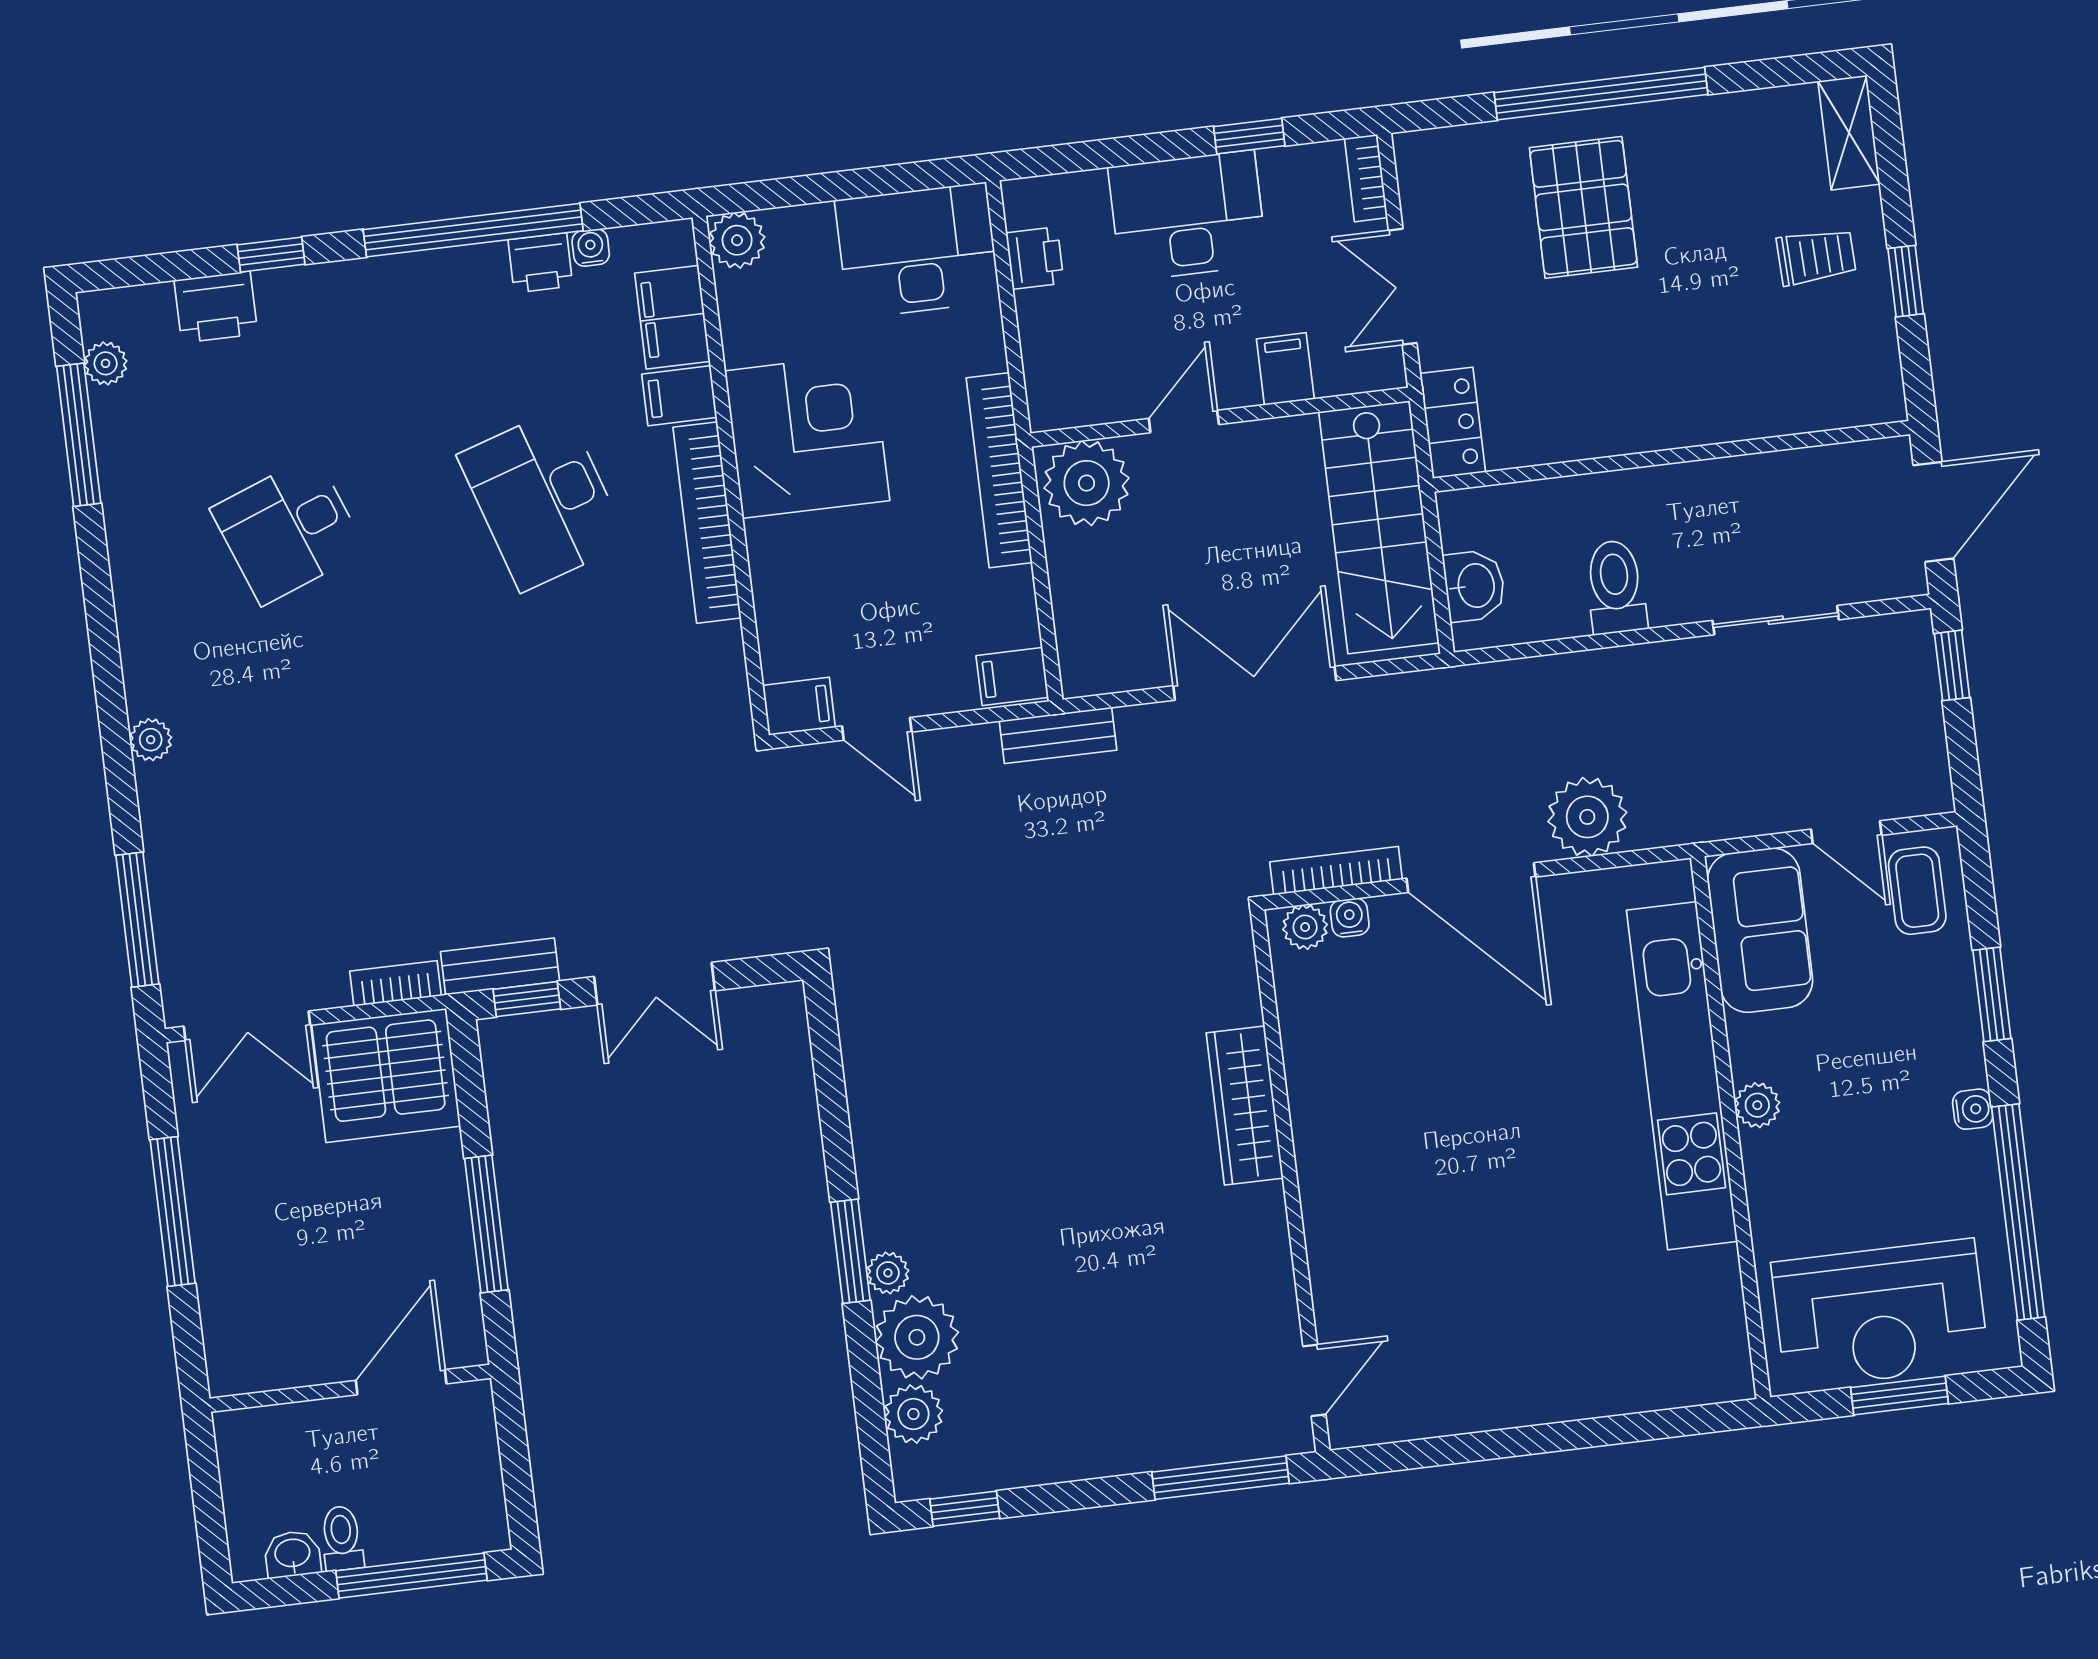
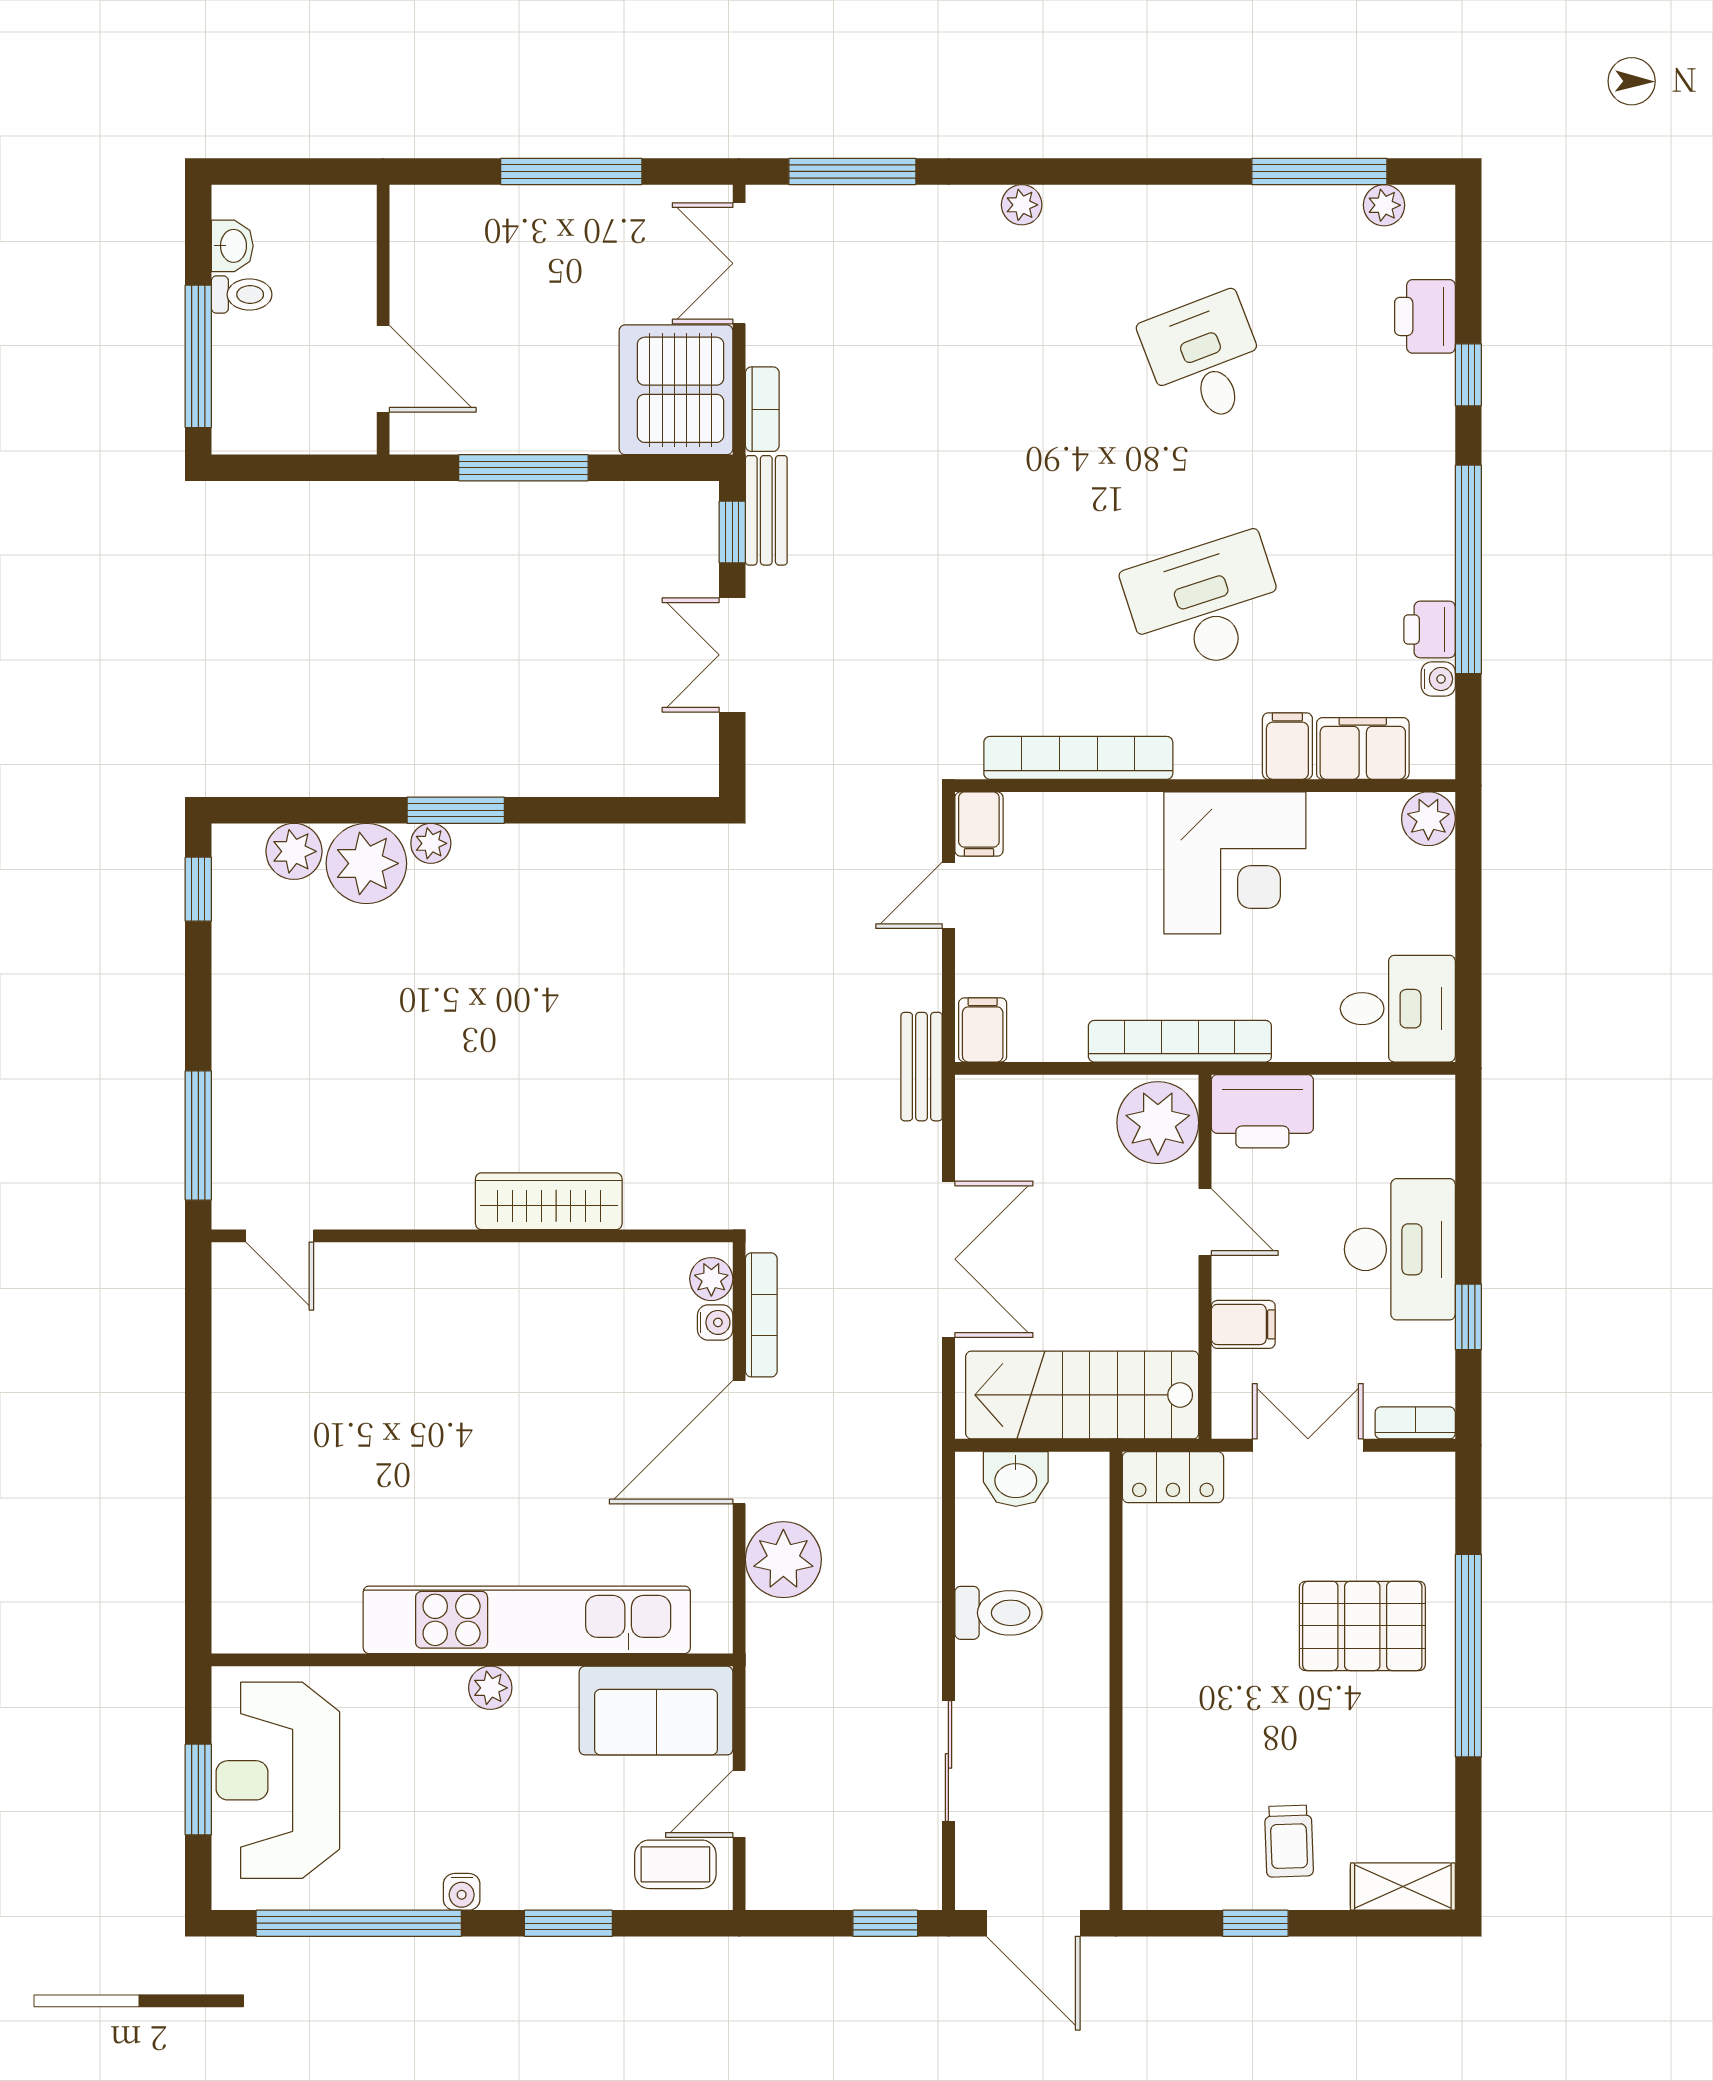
desk: (917, 251) -> (1398, 1009), width x0.73
printer: (1035, 258) -> (1262, 1111), moved, width x1.87, depth x1.48
bookcase: (707, 523) -> (1078, 758), moved

